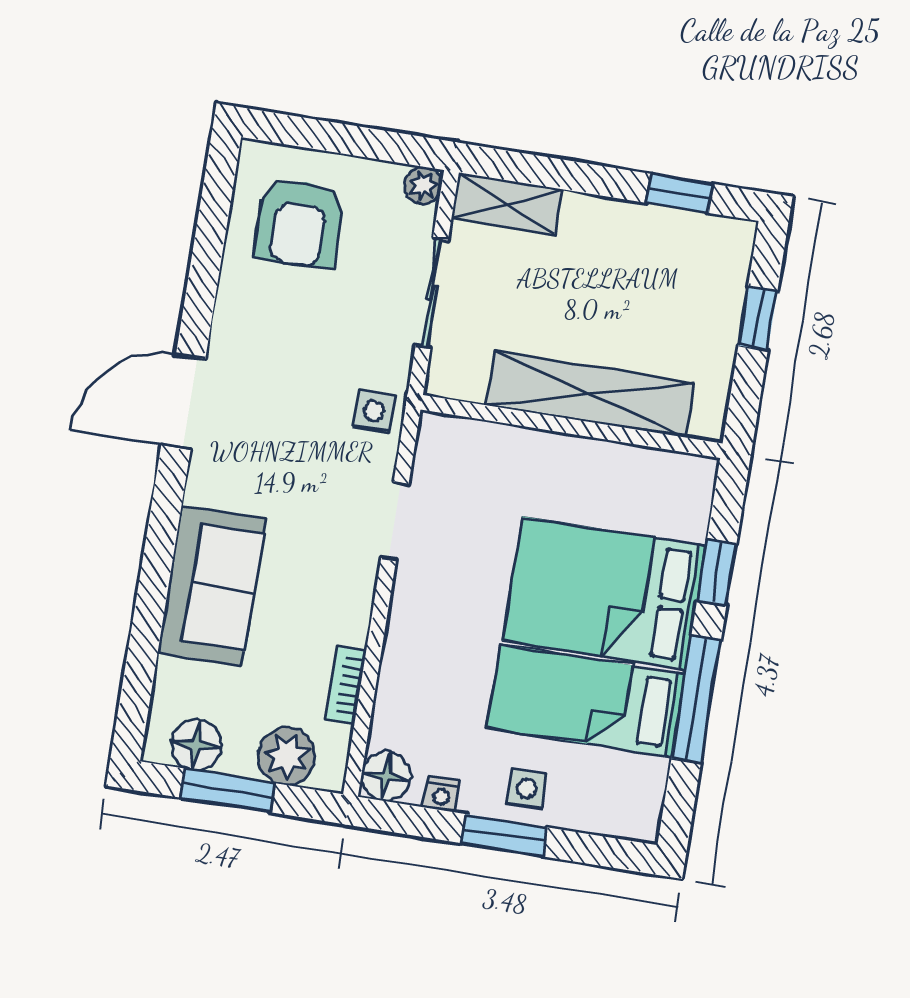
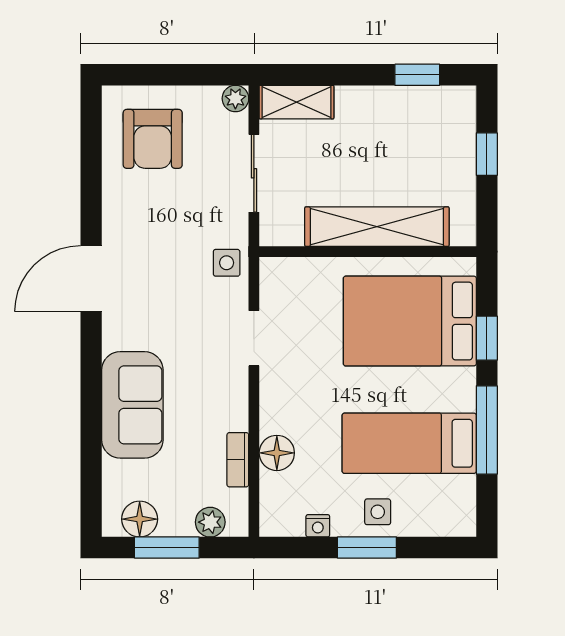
bed: (604, 593) -> (410, 321), moved
plant: (287, 756) -> (210, 522), width x0.73, depth x0.73
floor lamp: (386, 776) -> (277, 453), moved

